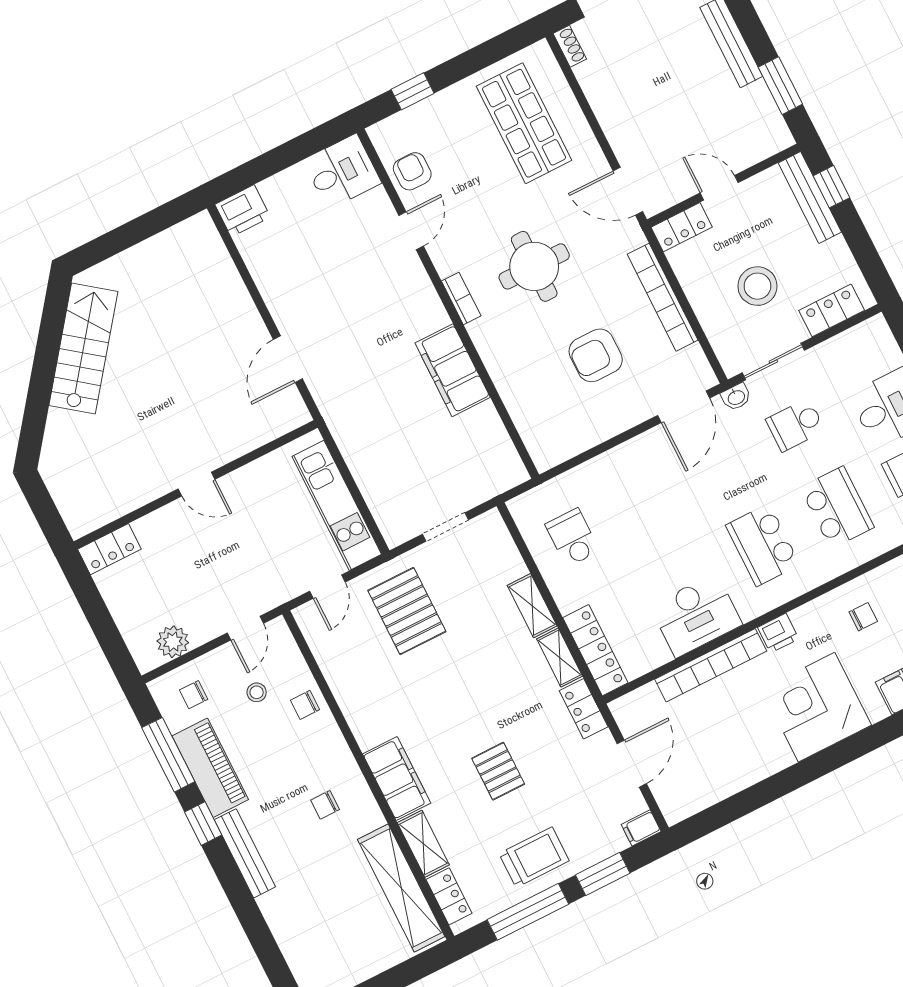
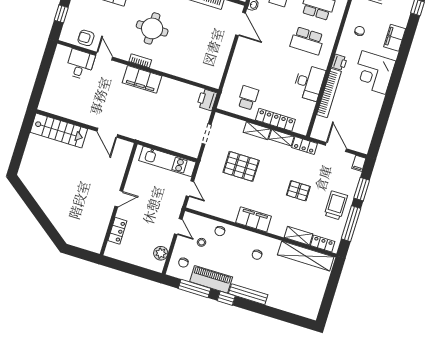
desk: (342, 172) -> (80, 64), moved
printer: (243, 211) -> (207, 100), moved, turned 180
stairs: (83, 349) -> (59, 131), moved, turned 143
armchair: (596, 355) -> (198, 36), removed
filing cabinet: (453, 370) -> (142, 79), moved
school desk: (572, 538) -> (248, 98), turned 90
locker: (109, 549) -> (117, 231), moved
pallet: (407, 611) -> (241, 166), moved
locker: (595, 650) -> (275, 120), moved
filing cabinet: (397, 778) -> (254, 219), moved

